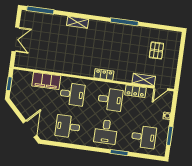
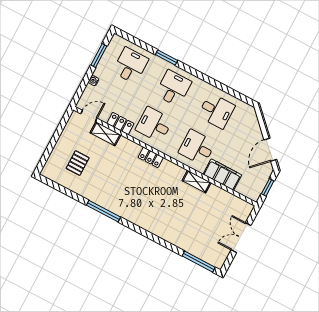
shelving: (78, 22) -> (197, 182), moved
door: (30, 129) -> (270, 150), moved
desk: (144, 137) -> (130, 65), turned 90

